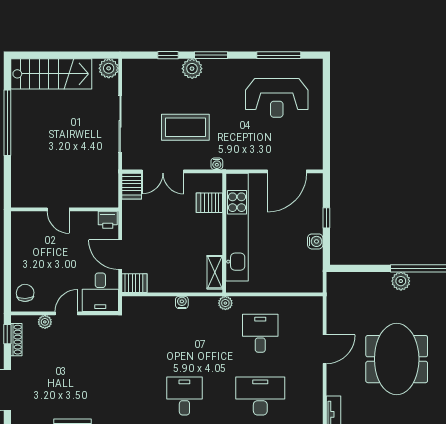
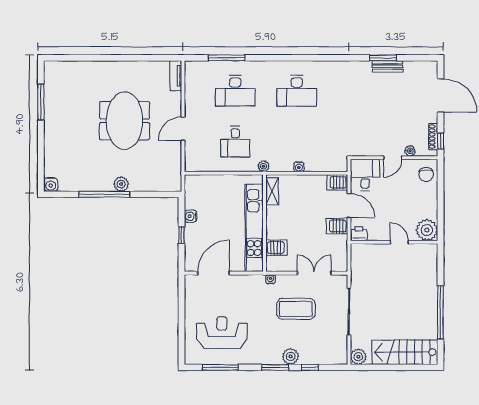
server rack: (132, 186) -> (337, 226), moved, turned -90
plant: (24, 224) -> (427, 230), added
desk: (184, 396) -> (297, 91), width x1.37

